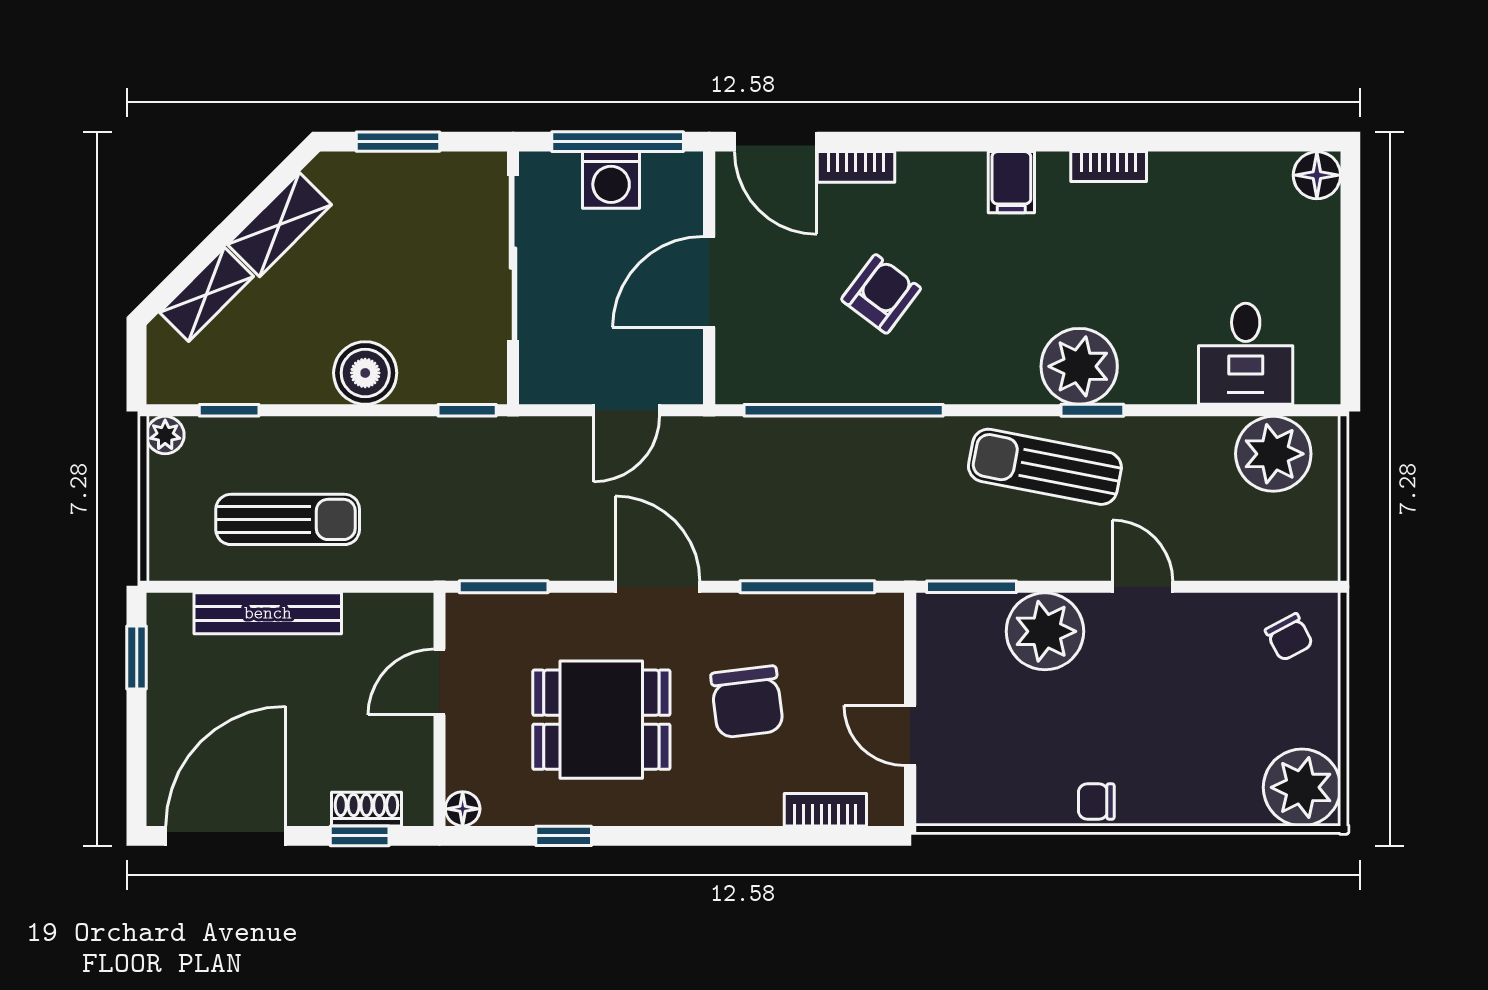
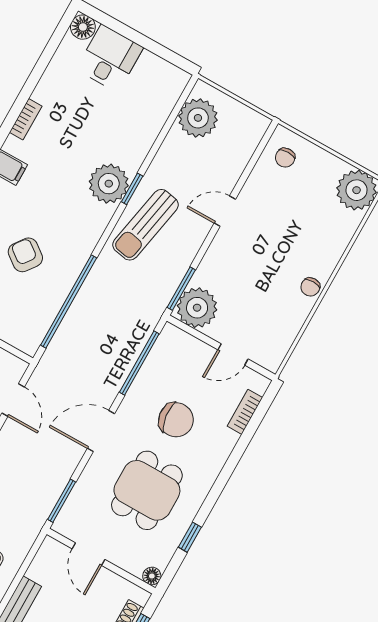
desk: (1246, 354) -> (110, 58), moved, turned -90
plant: (1045, 631) -> (197, 308), moved
chair: (1289, 637) -> (285, 158), turned 118

